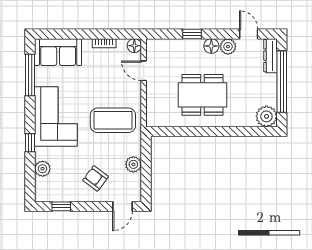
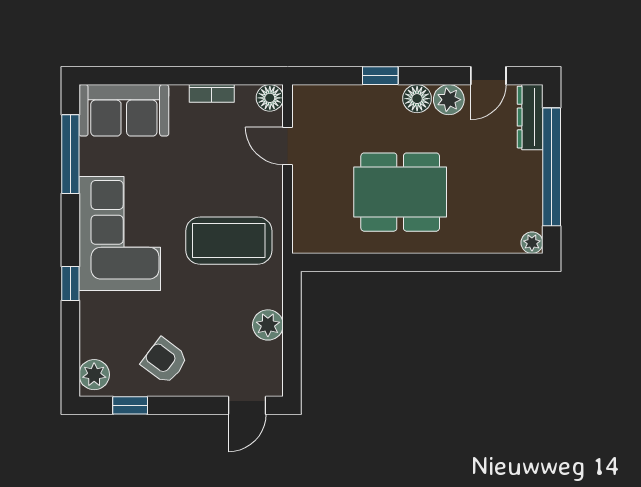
door: (249, 34) -> (488, 76), swing flipped
plant: (266, 116) -> (532, 243), width x0.53, depth x0.53
plant: (43, 169) -> (94, 375), moved
armchair: (96, 178) -> (165, 361), moved

